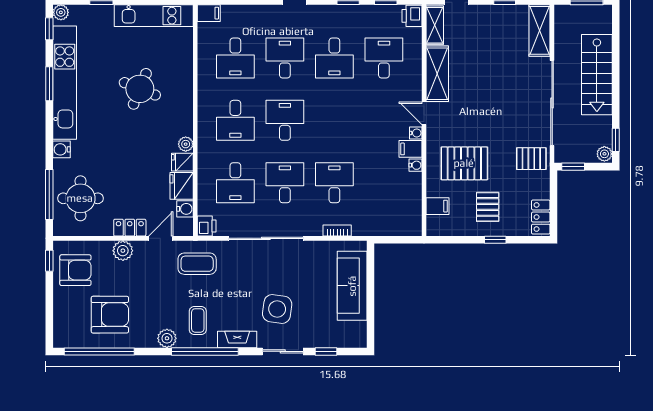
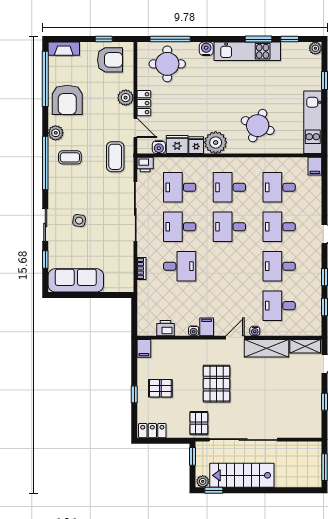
printer: (412, 16) -> (165, 328), moved
window: (49, 29) -> (290, 39), moved
shelving: (539, 30) -> (301, 430), removed
desk: (285, 58) -> (279, 227), turned 180
desk: (384, 58) -> (279, 306), turned 180
stairs: (597, 75) -> (242, 475), moved
kitchen unit: (65, 83) -> (247, 51), width x0.73
round table: (140, 89) -> (258, 126), moved
desk: (285, 120) -> (229, 227), turned 180
water cooler: (416, 133) -> (255, 331), moved
plant: (186, 144) -> (216, 142), width x1.87, depth x1.87
pallet: (464, 163) -> (216, 384), moved
desk: (285, 183) -> (180, 227), turned 180
filing cabinet: (438, 206) -> (144, 348), moved
window: (49, 261) -> (104, 39), moved
armchair: (75, 270) -> (110, 60), turned -90
sofa: (352, 286) -> (76, 280), moved
side table: (277, 309) -> (79, 221), width x0.54, depth x0.54
armchair: (110, 315) -> (67, 100), moved
fireplace: (237, 339) -> (64, 49), moved, turned 90

